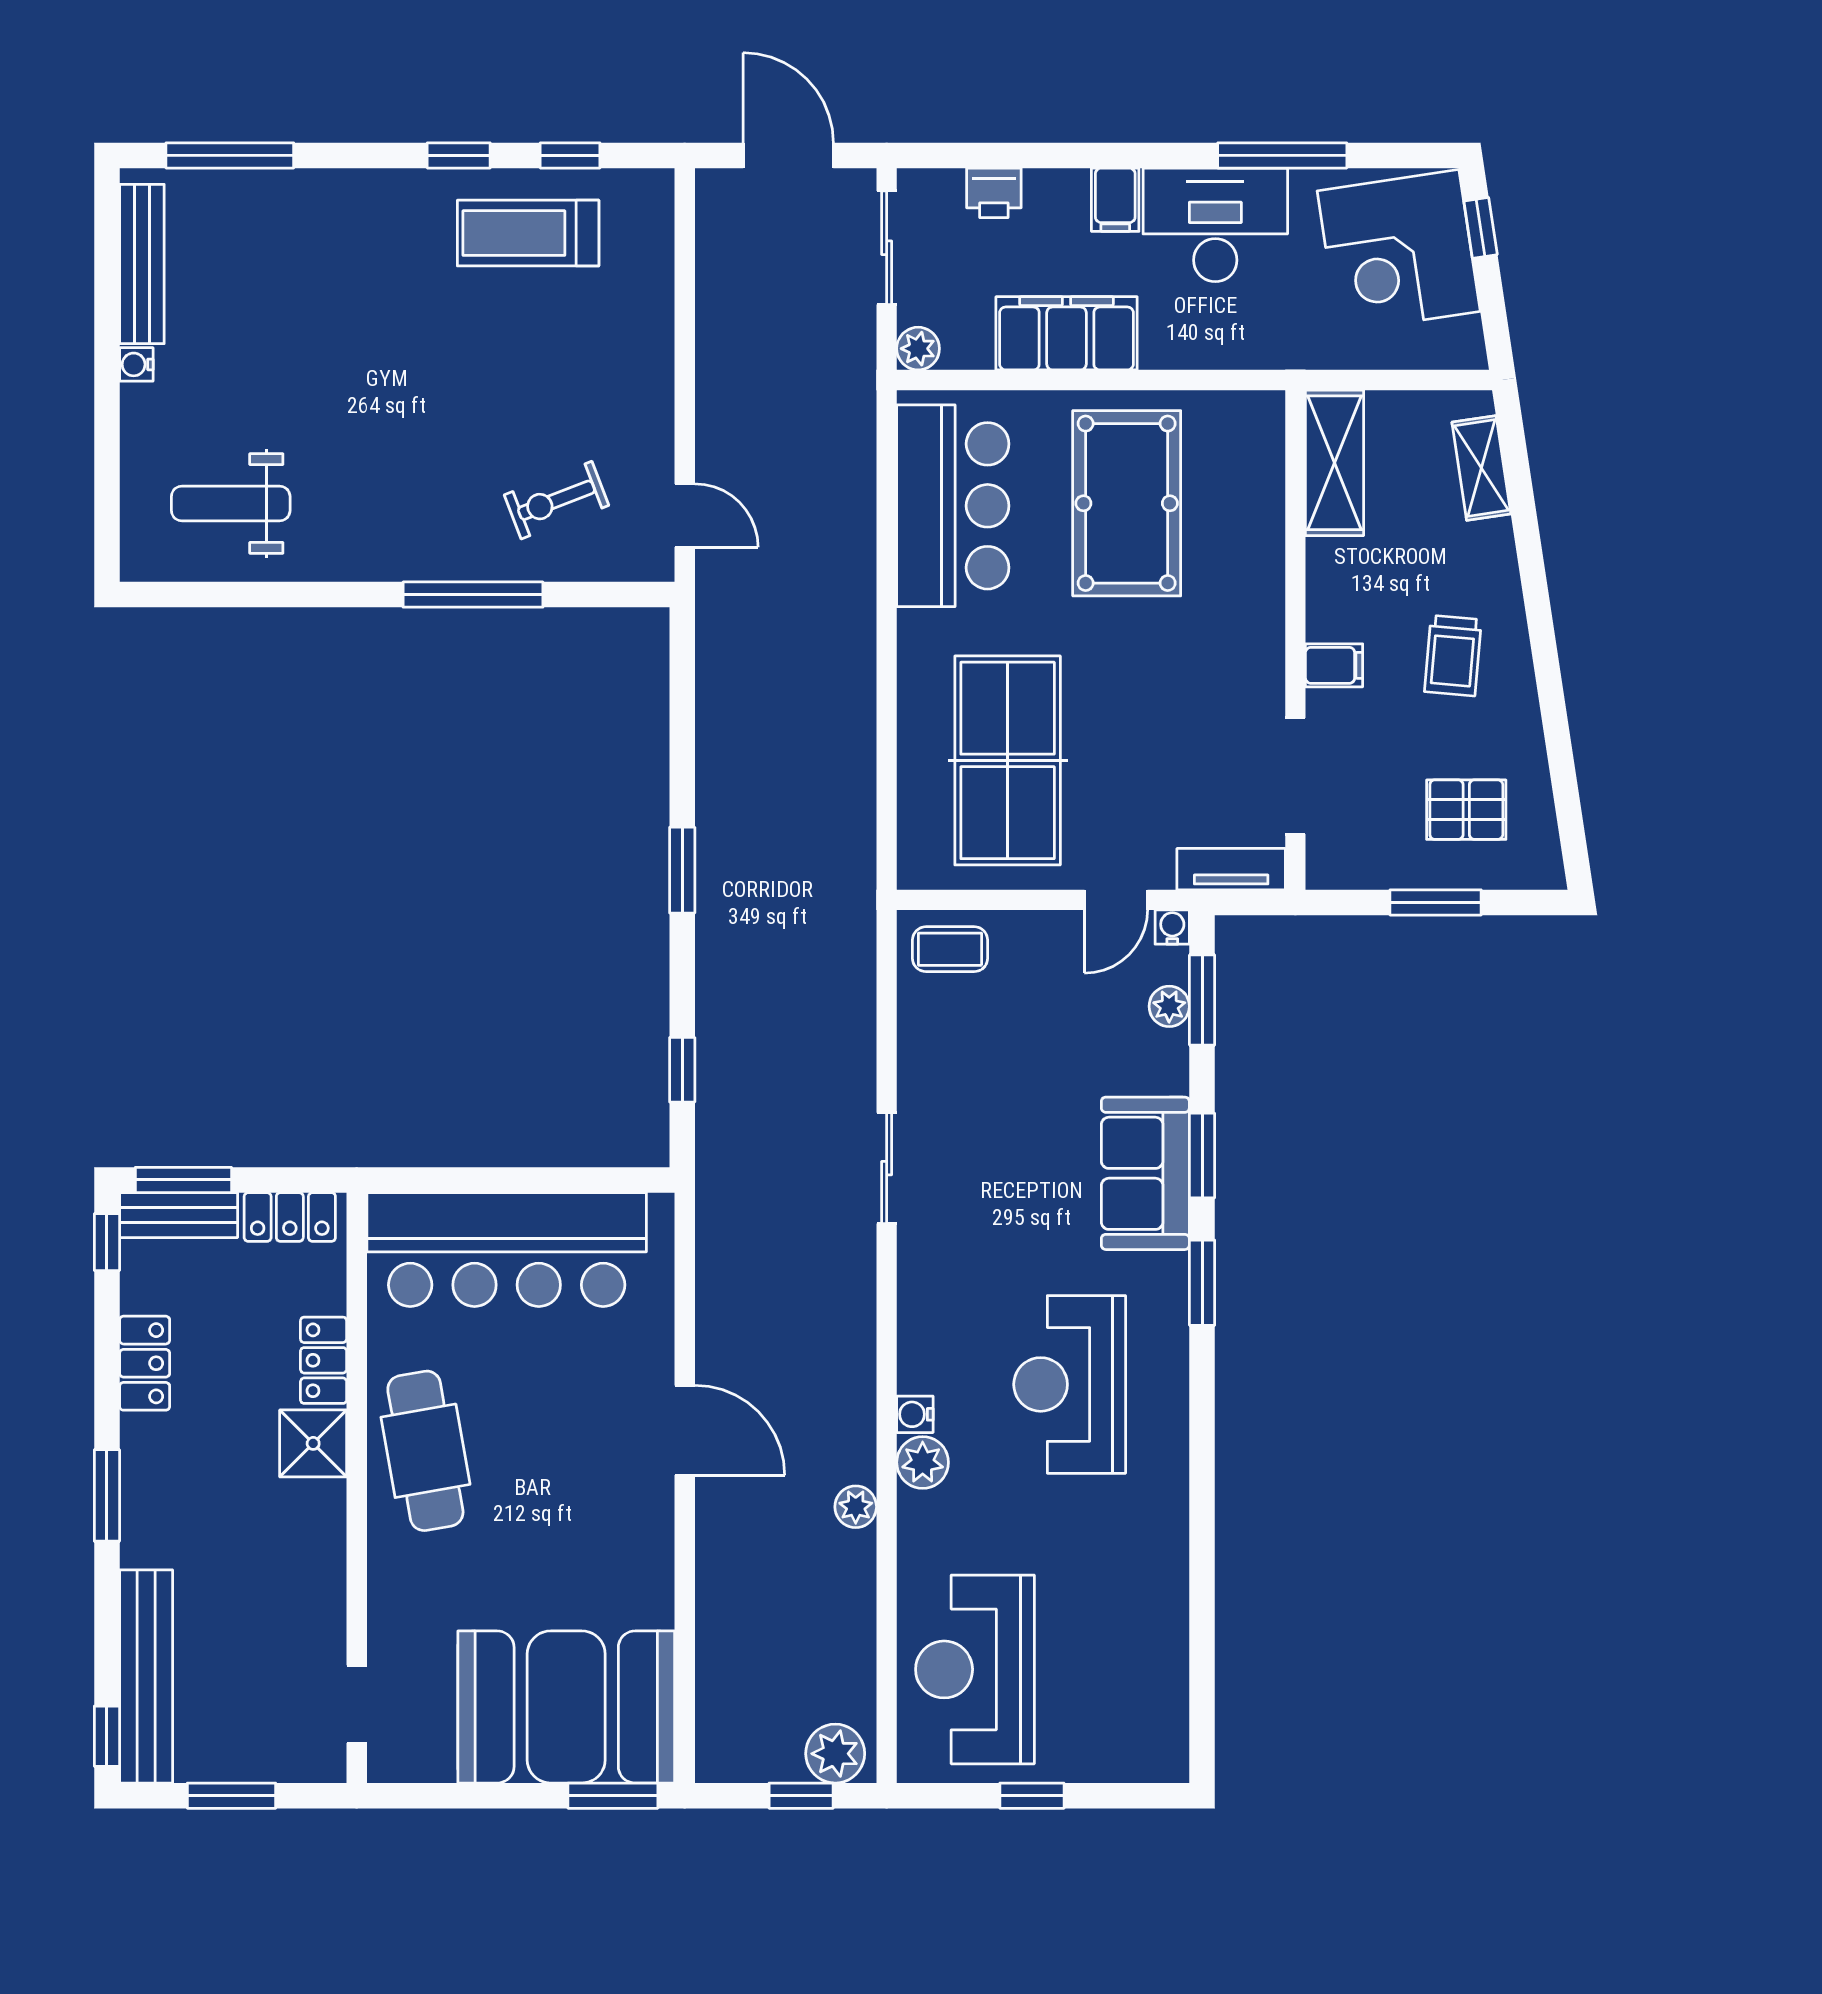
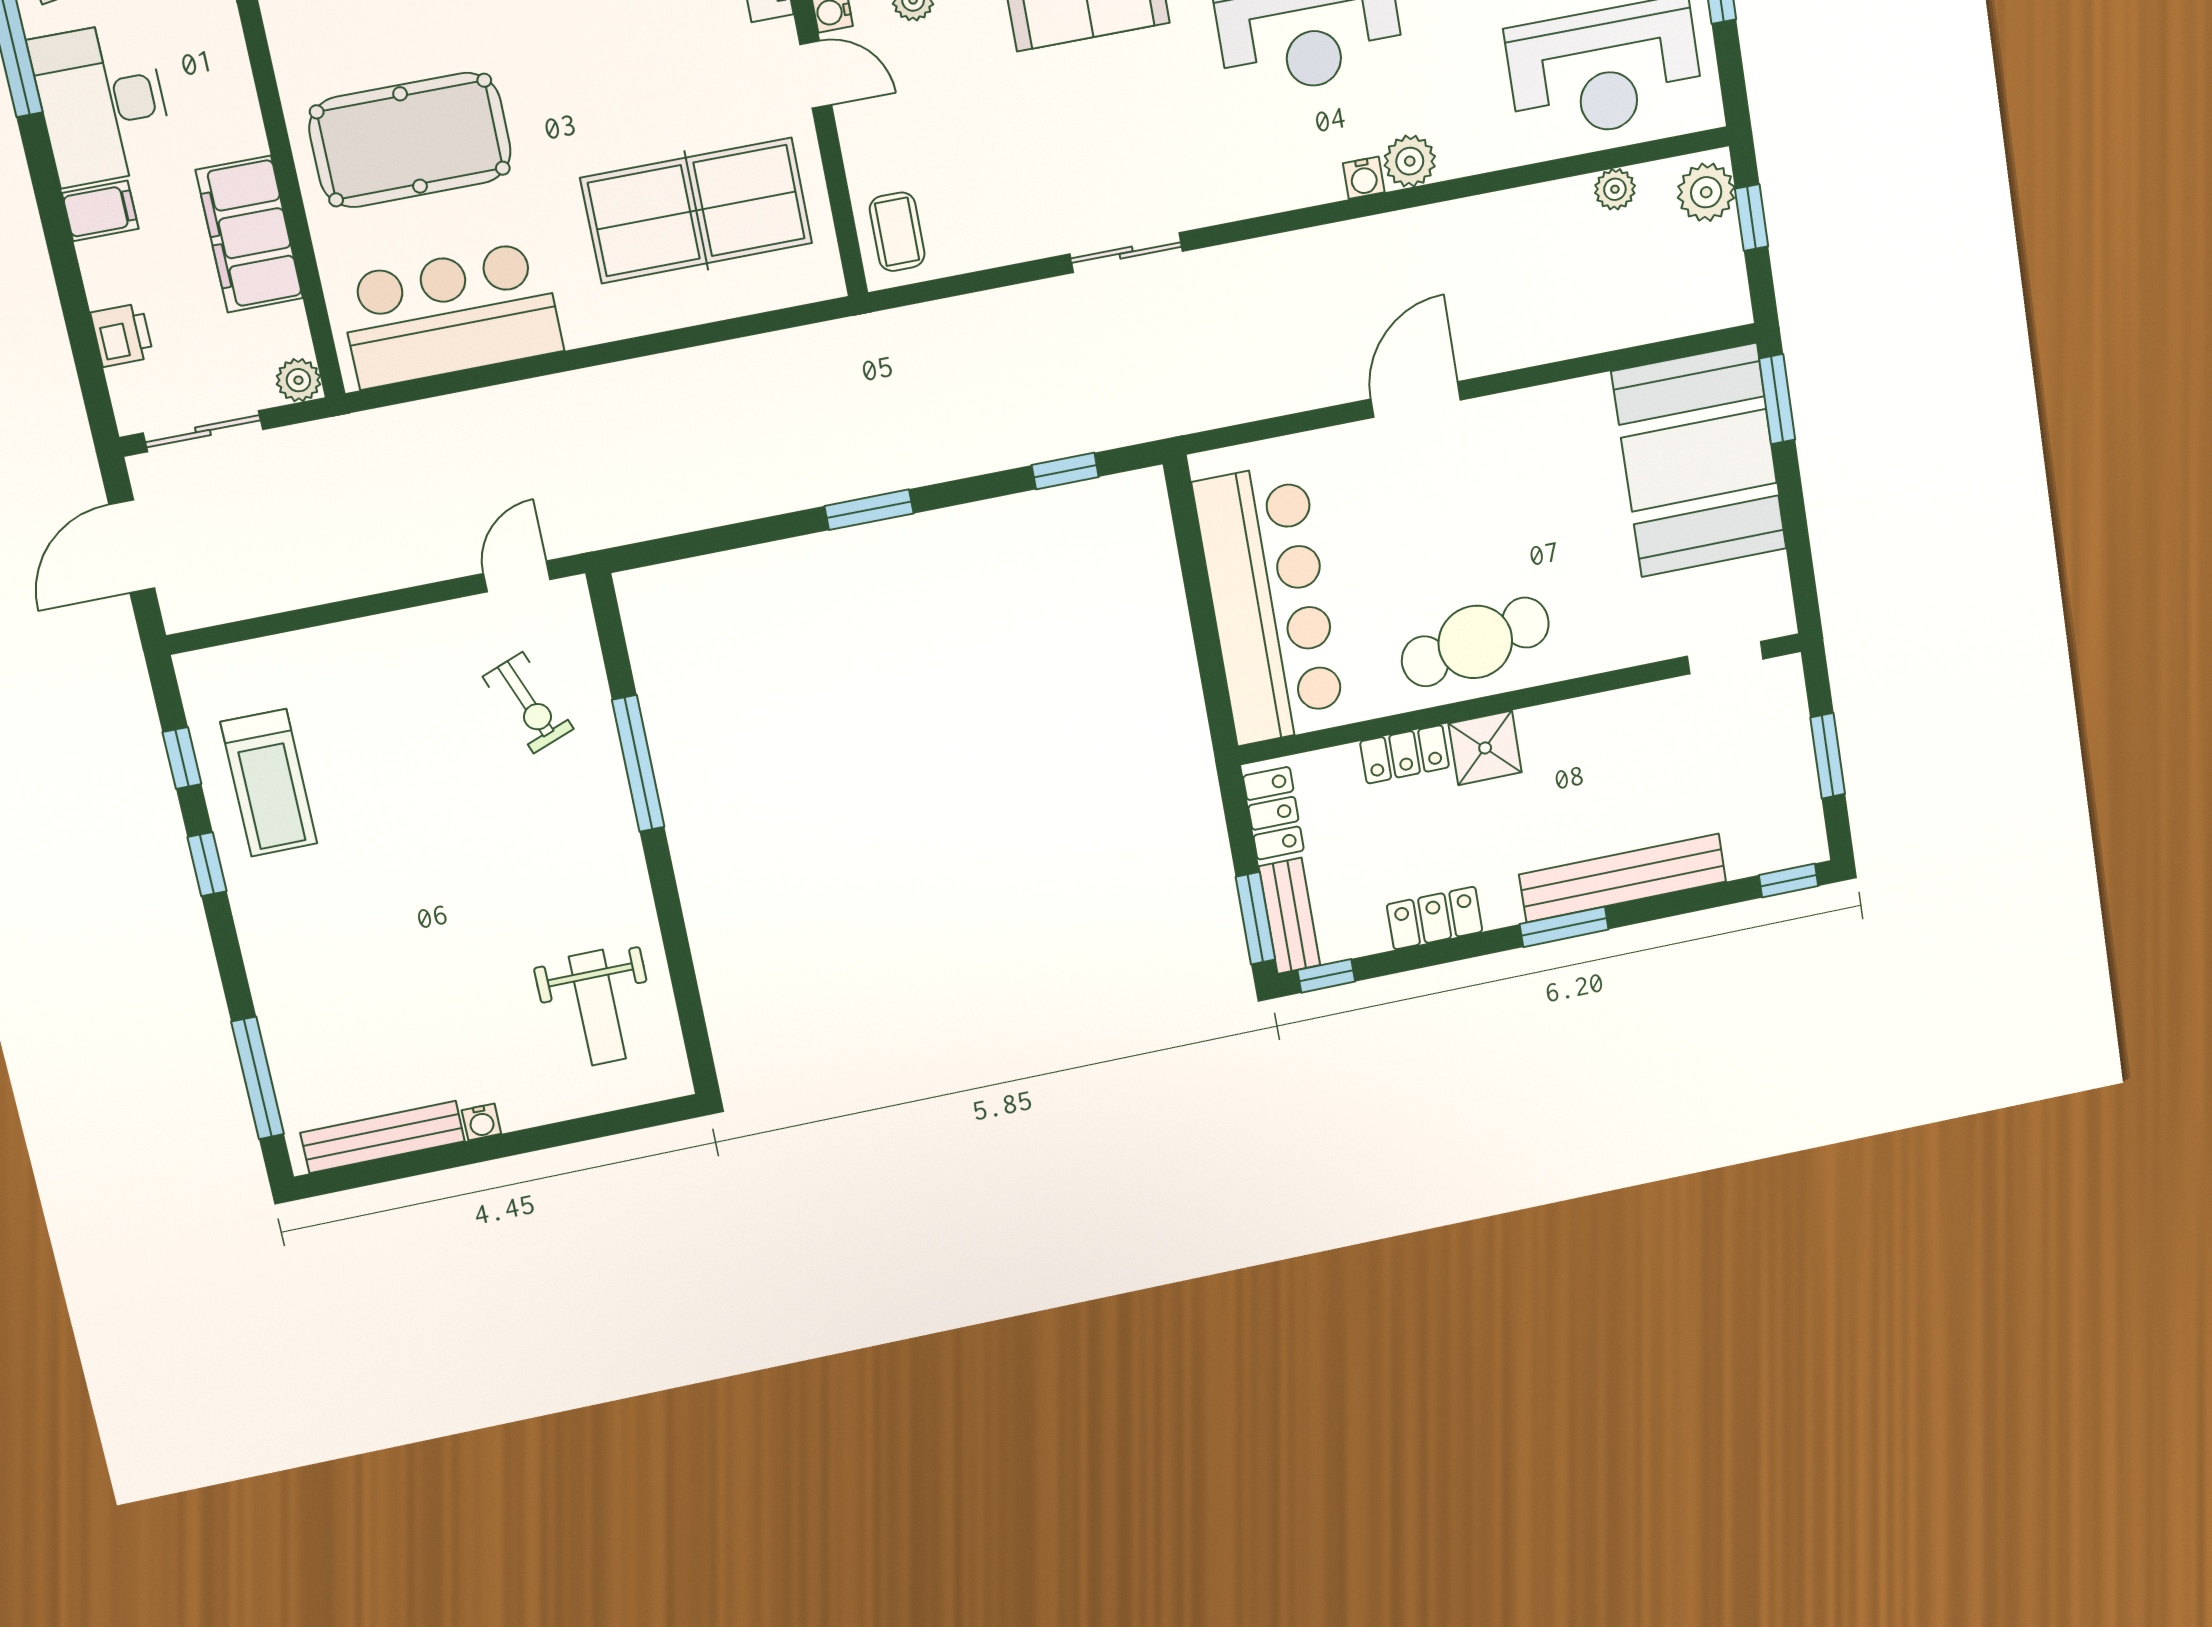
plant: (856, 1507) -> (1615, 189), moved
bench: (146, 1676) -> (1623, 878), moved

